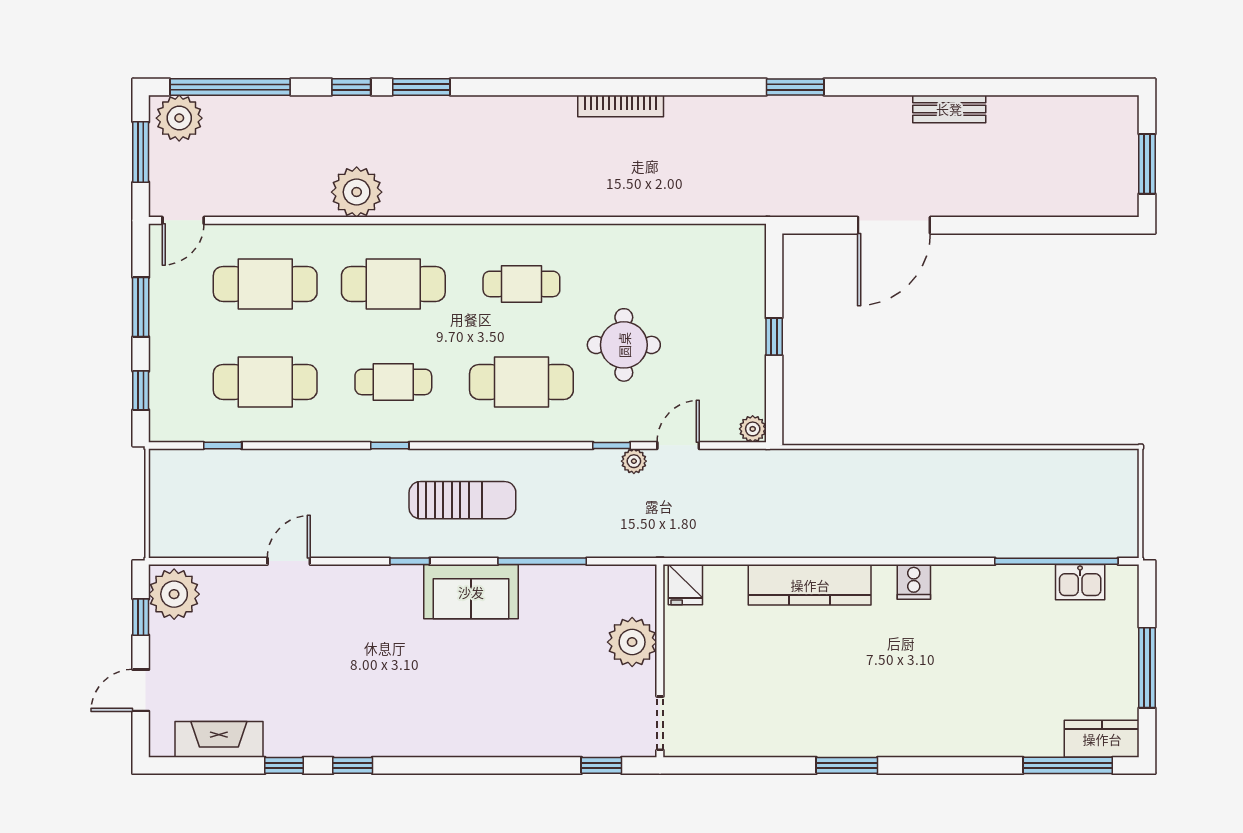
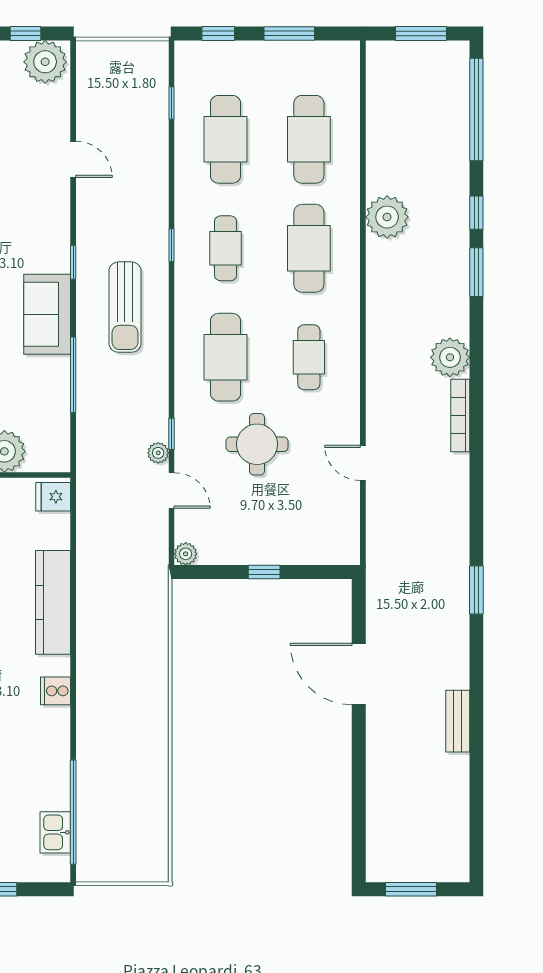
bookcase: (621, 106) -> (460, 415), moved
plant: (179, 118) -> (450, 357), moved
door: (183, 220) -> (363, 463), moved

